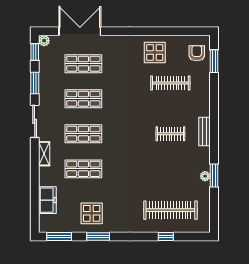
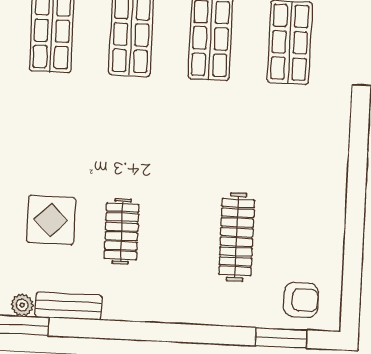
display table: (155, 52) -> (51, 220), moved
bench: (205, 132) -> (69, 306), moved

